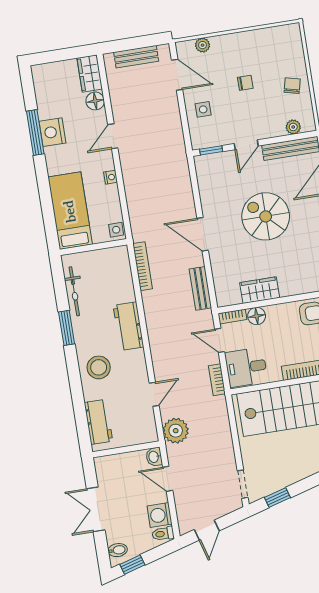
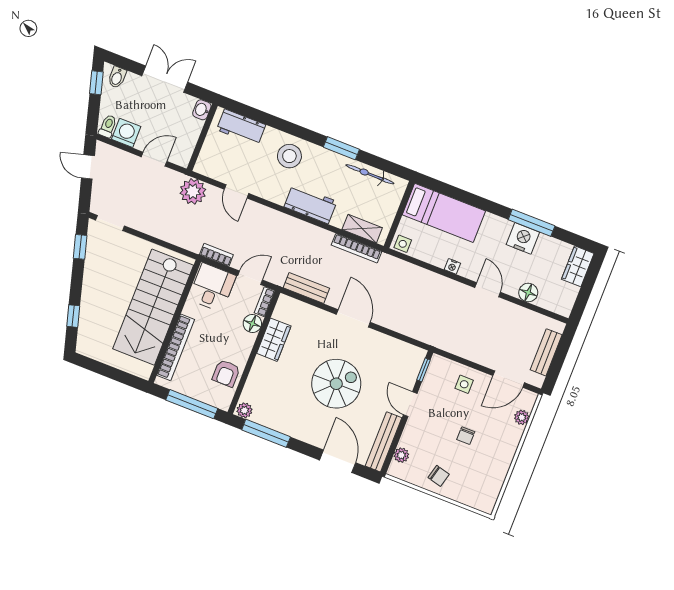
wardrobe: (90, 73) -> (578, 266), moved, turned -90
door: (203, 234) -> (353, 318), hinge flipped
shelving: (123, 271) -> (362, 229), added
washbasin: (154, 457) -> (202, 110), moved, turned -90

